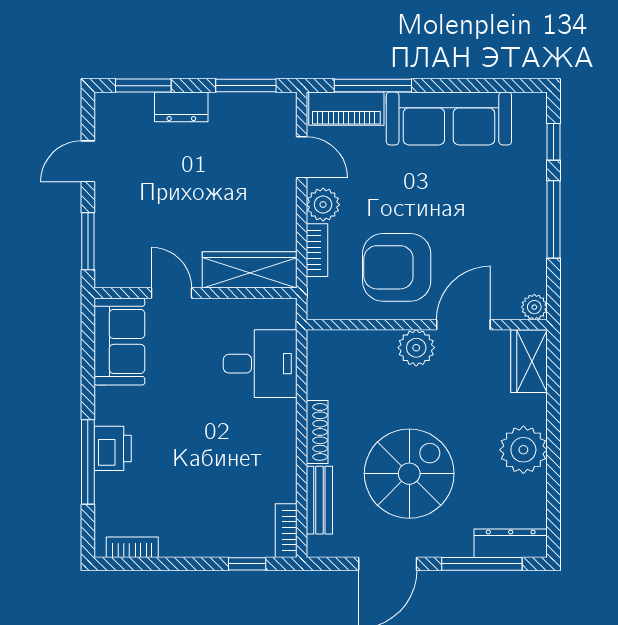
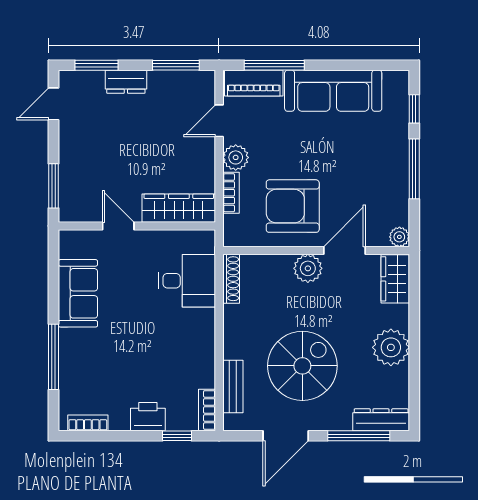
door: (302, 157) -> (219, 121), swing flipped
door: (88, 161) -> (53, 104), moved
sofa: (119, 341) -> (78, 293), moved
shoe rack: (317, 432) -> (231, 279), moved
printer: (113, 448) -> (148, 417), moved, turned -90

